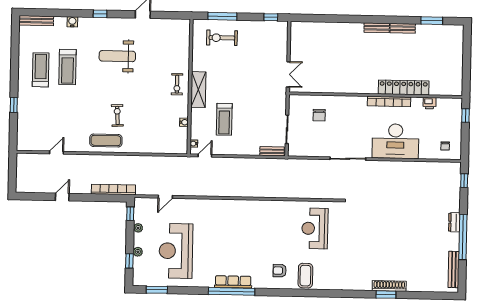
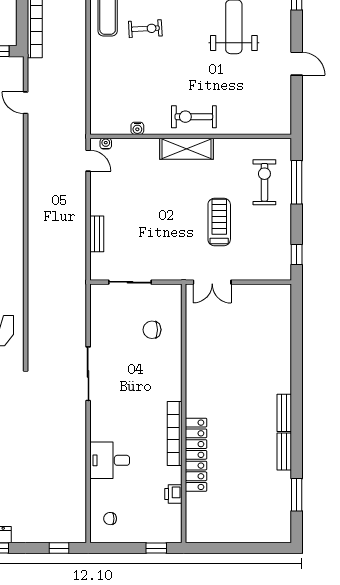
exercise bike: (177, 84) -> (194, 117), width x1.38, depth x1.39
treadmill: (224, 119) -> (219, 222), moved, turned 90
desk: (395, 141) -> (110, 460), width x0.53, depth x0.77
bench: (272, 151) -> (97, 234), moved

